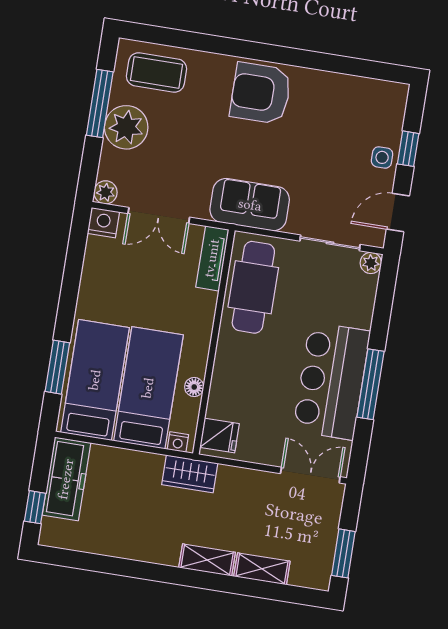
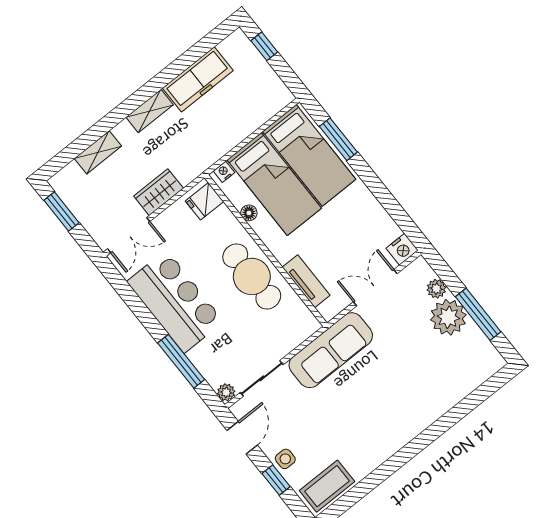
coffee table: (156, 72) -> (327, 486), moved
armchair: (261, 93) -> (394, 420), removed
plant: (106, 192) -> (436, 289), moved
sofa: (250, 205) -> (331, 350), width x1.36
tv unit: (212, 258) -> (306, 281), moved
cafe table: (253, 287) -> (252, 276), moved
window: (370, 384) -> (181, 361), moved
wardrobe: (190, 474) -> (159, 192), moved
freezer: (66, 479) -> (198, 79), moved, turned -90
shelving: (207, 560) -> (150, 111), moved

